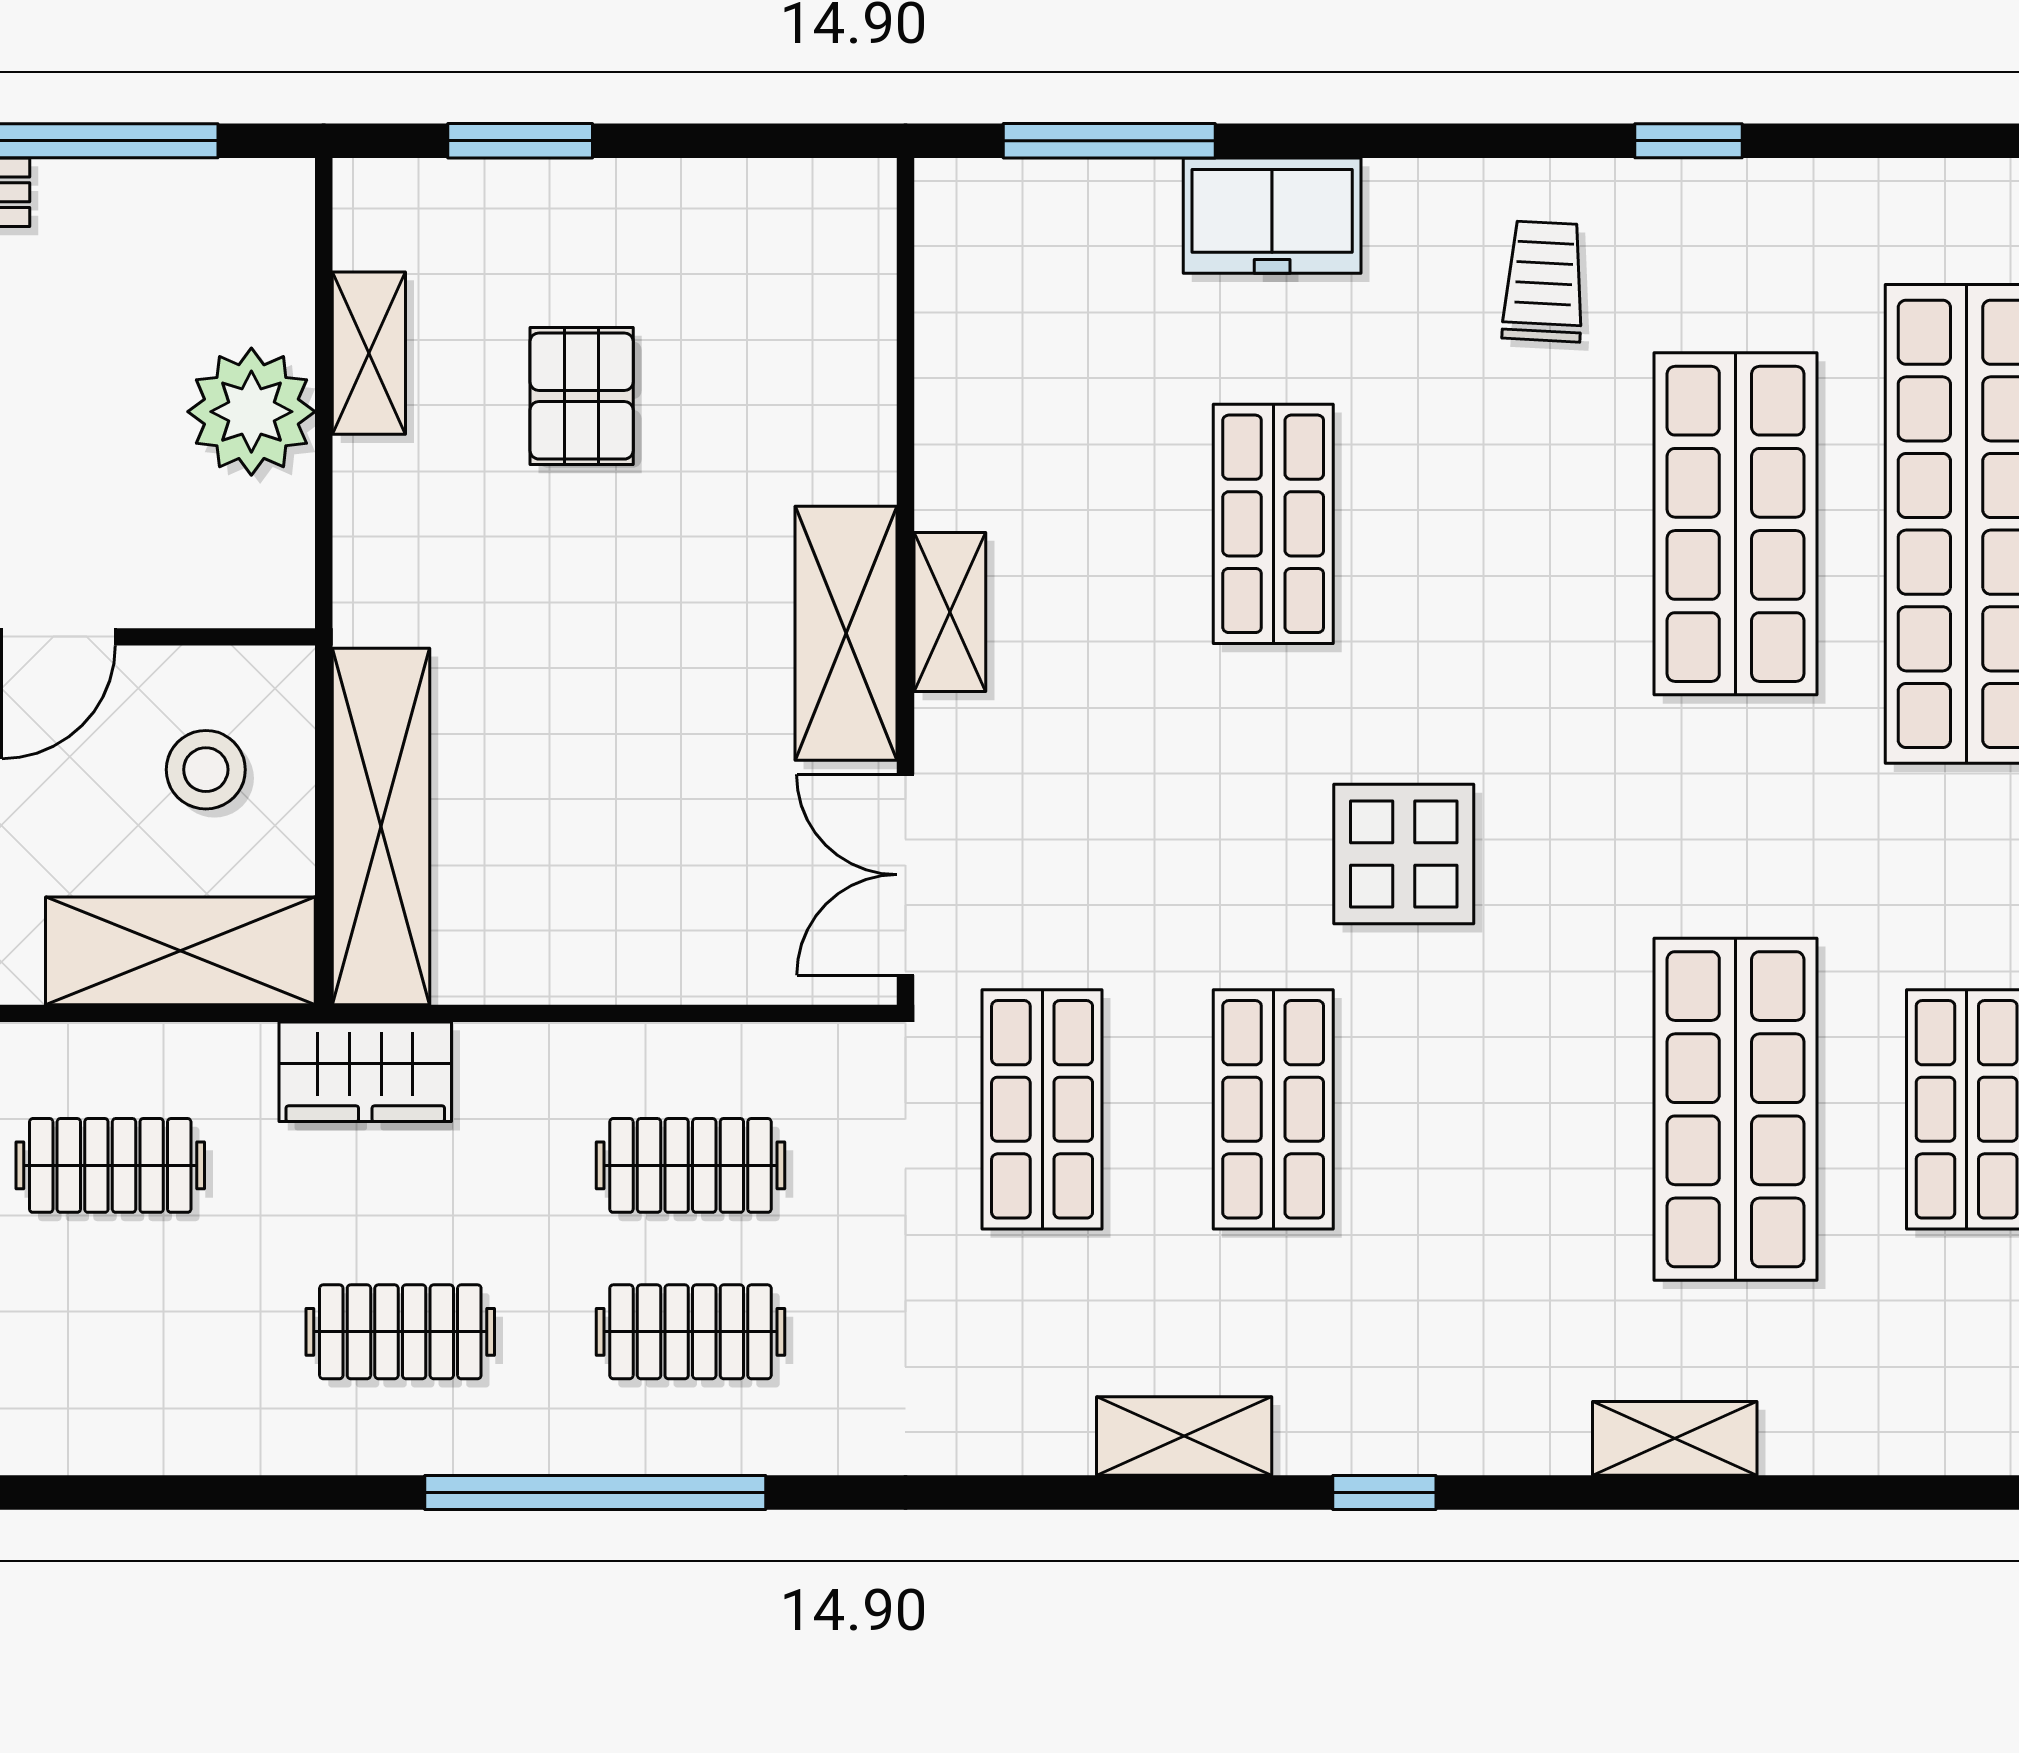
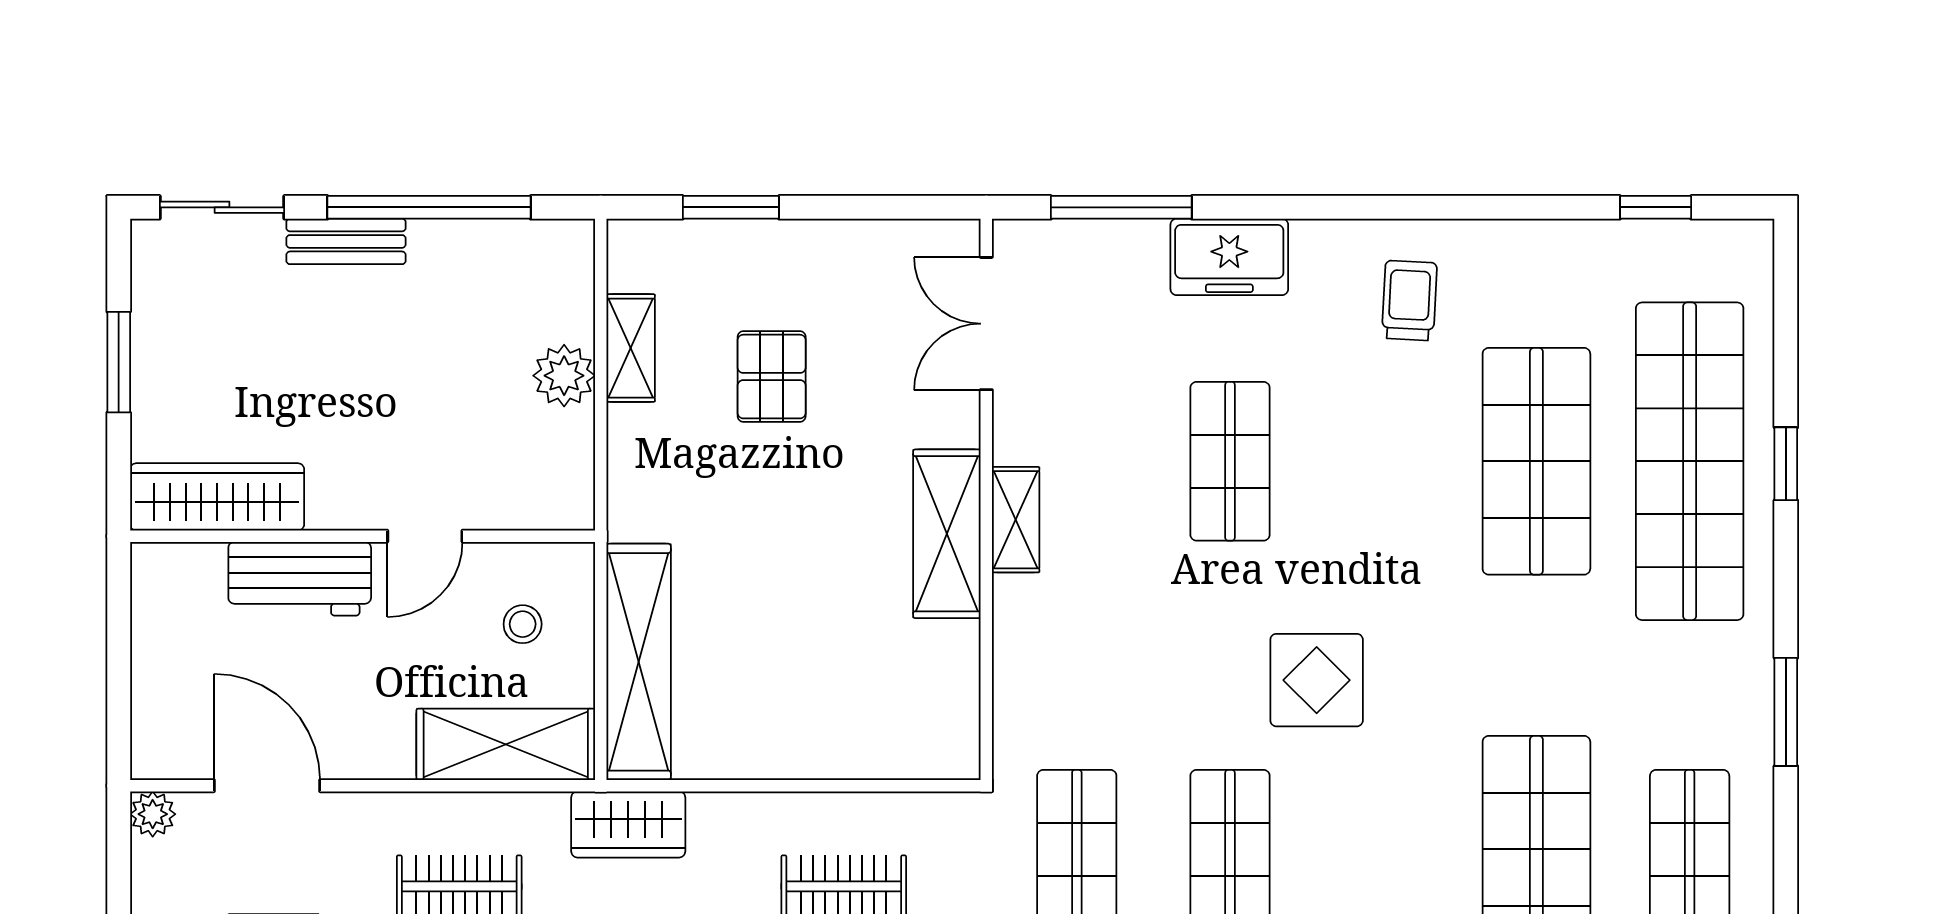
window: (1689, 141) -> (1656, 207), moved
plant: (251, 412) -> (564, 376), width x0.73, depth x0.73
stool: (206, 770) -> (523, 624), width x0.73, depth x0.73
double door: (905, 875) -> (986, 324), moved

